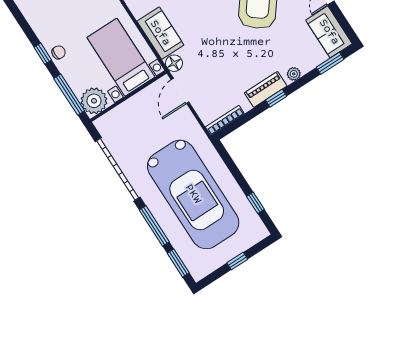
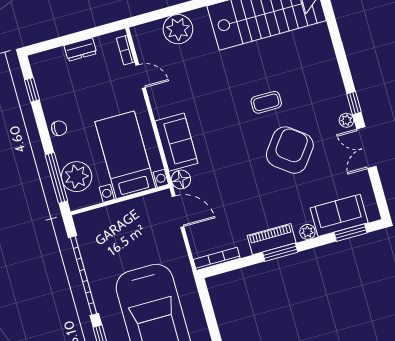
sofa: (329, 32) -> (339, 215), moved, turned 90
window: (43, 54) -> (32, 90), moved
door: (180, 91) -> (178, 212), swing flipped
window: (276, 98) -> (280, 252), width x1.50
plant: (94, 101) -> (77, 177), moved

